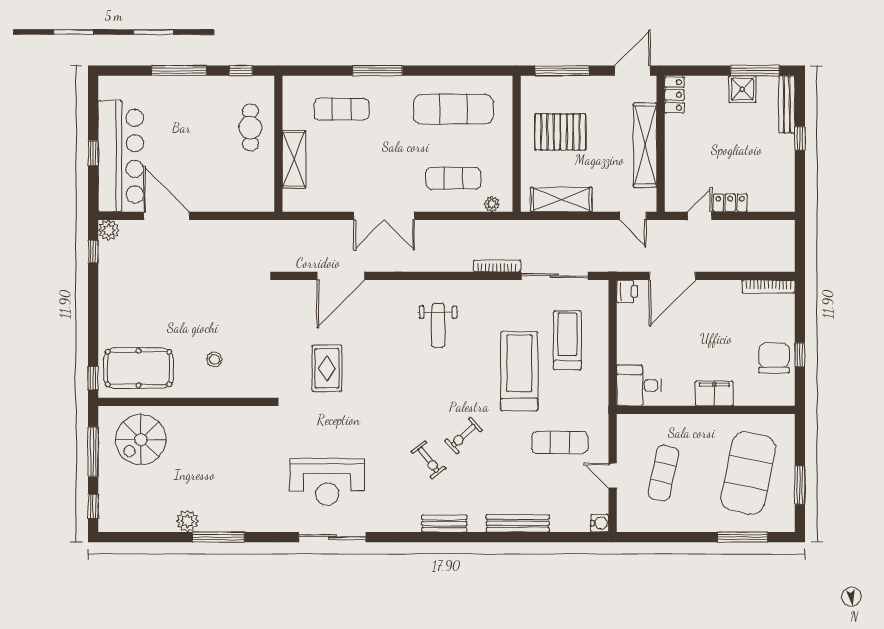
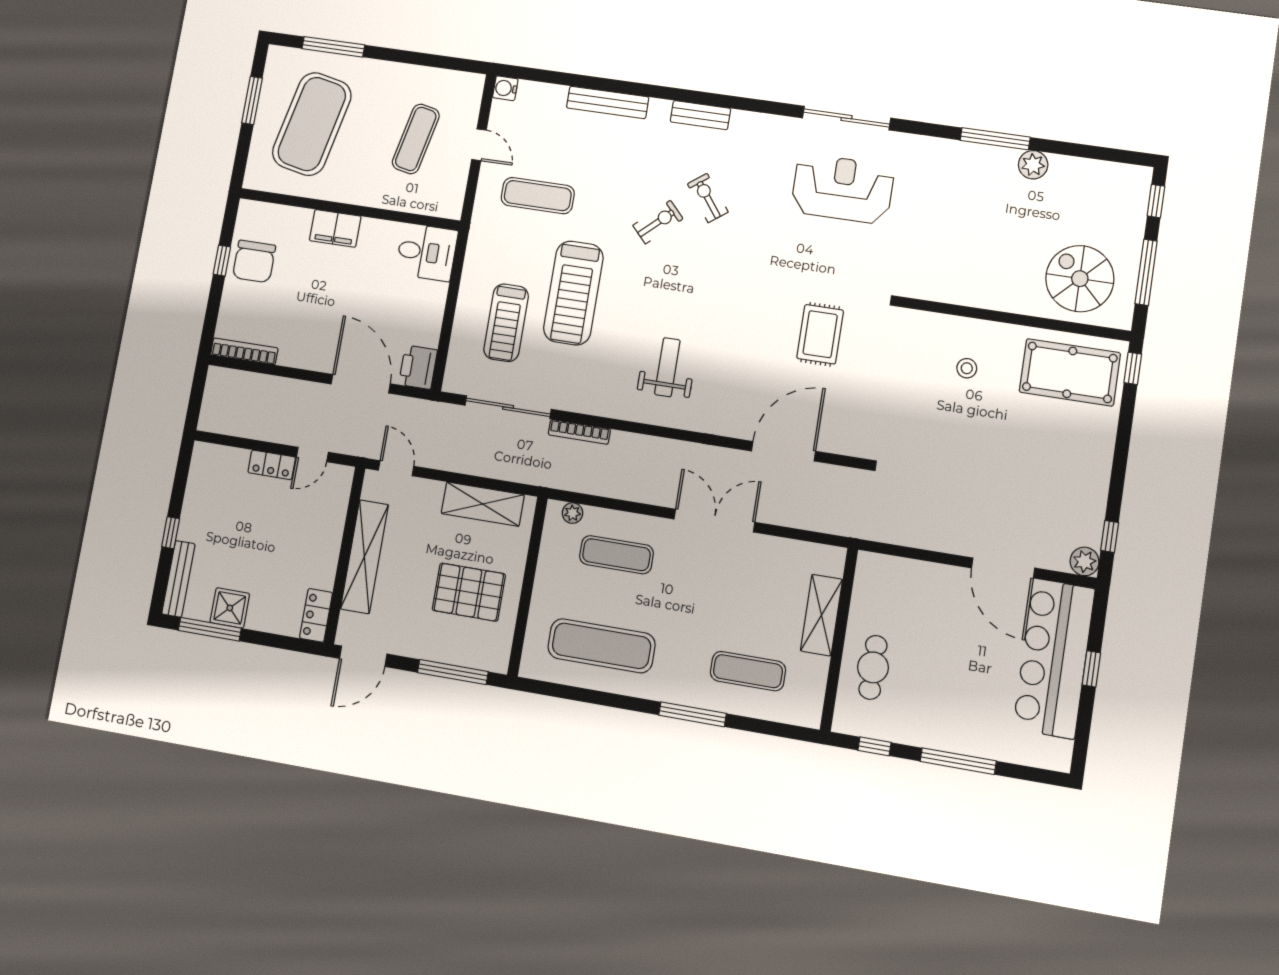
door: (672, 276) -> (361, 384), hinge flipped
printer: (627, 291) -> (418, 367), width x1.36, depth x1.24
spiral stairs: (141, 440) -> (1080, 279), turned -90

